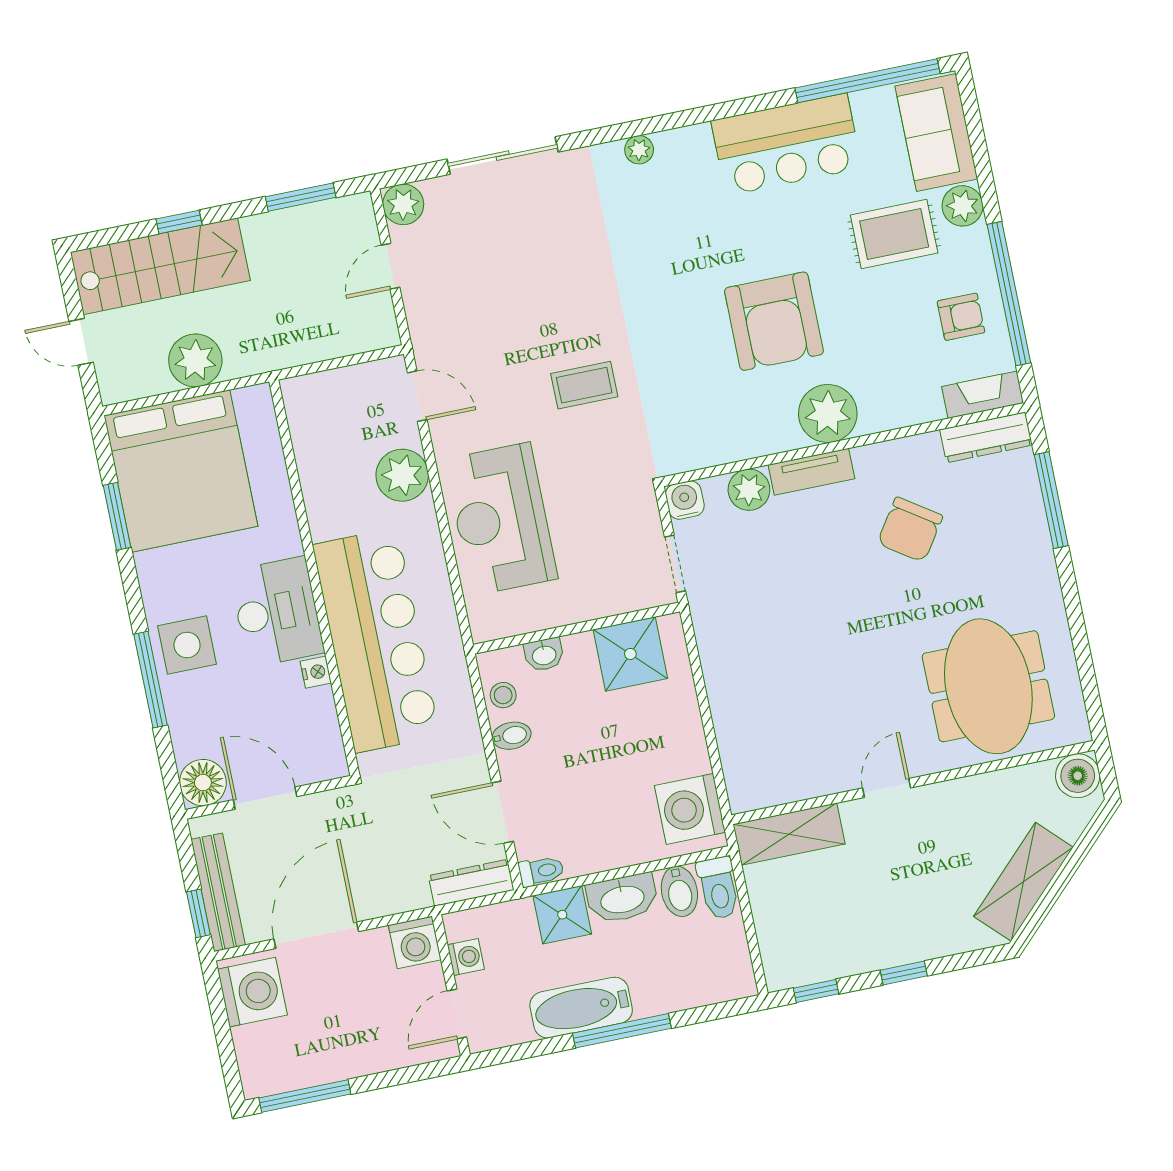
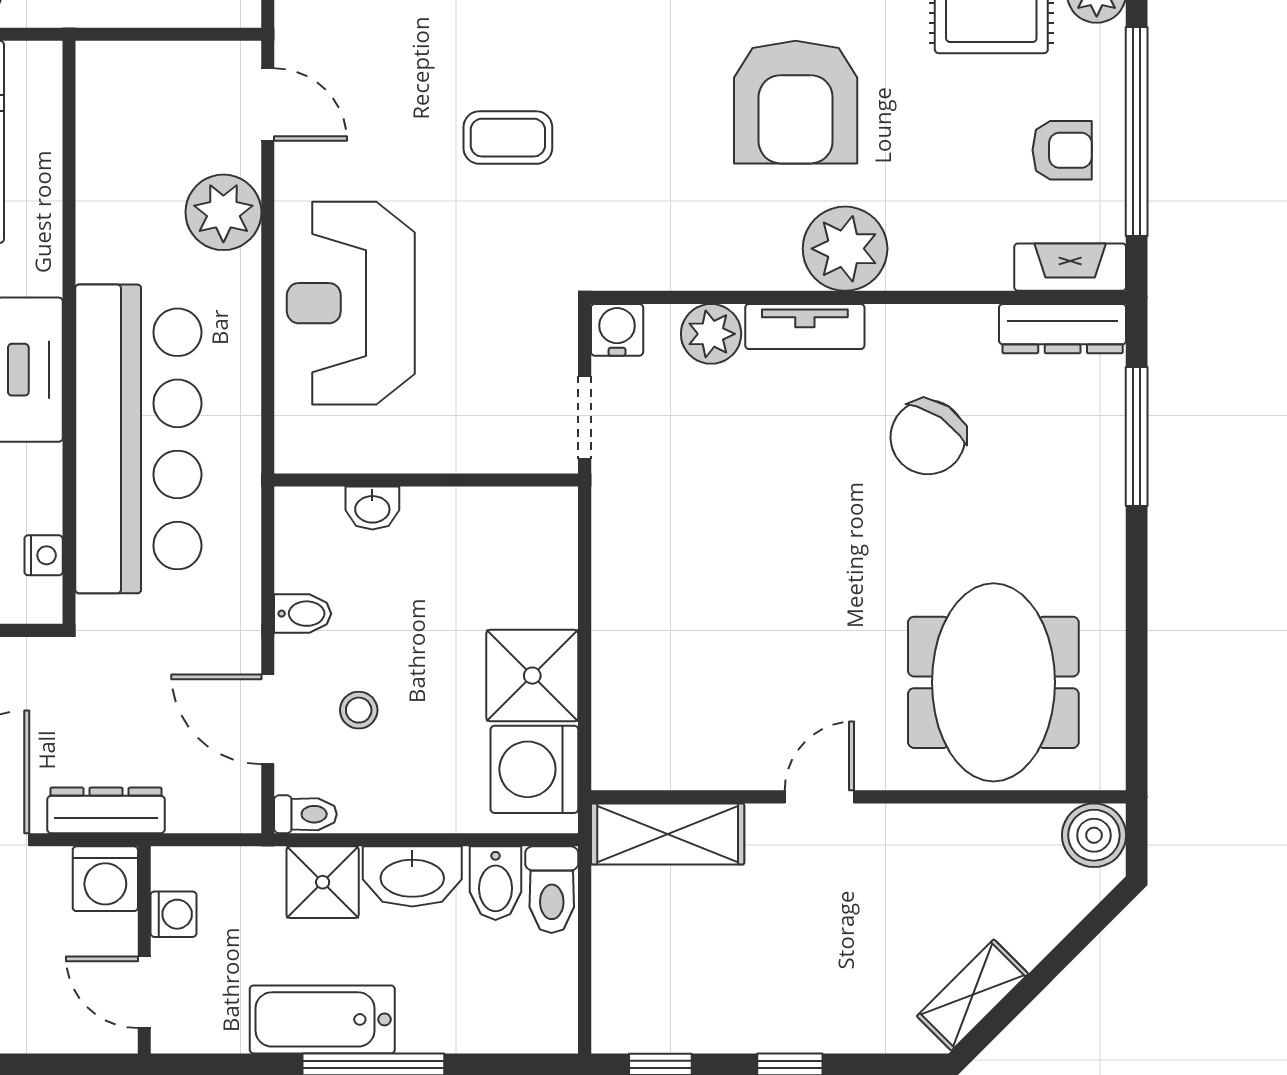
shower: (630, 654) -> (532, 676), moved
nightstand: (316, 672) -> (44, 555), moved
stool: (503, 695) -> (359, 710), moved
shelving: (1023, 882) -> (973, 995), width x0.67, depth x0.75
dresser: (471, 883) -> (106, 810), moved
door: (457, 1014) -> (144, 992), hinge flipped

